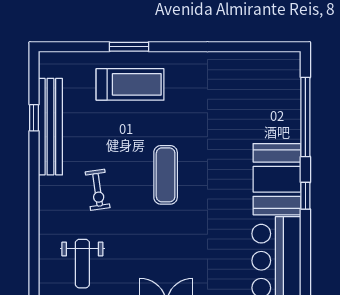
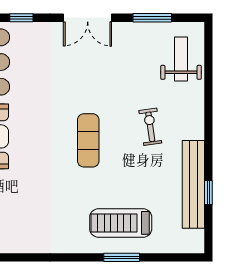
weight bench: (82, 264) -> (181, 59), moved

